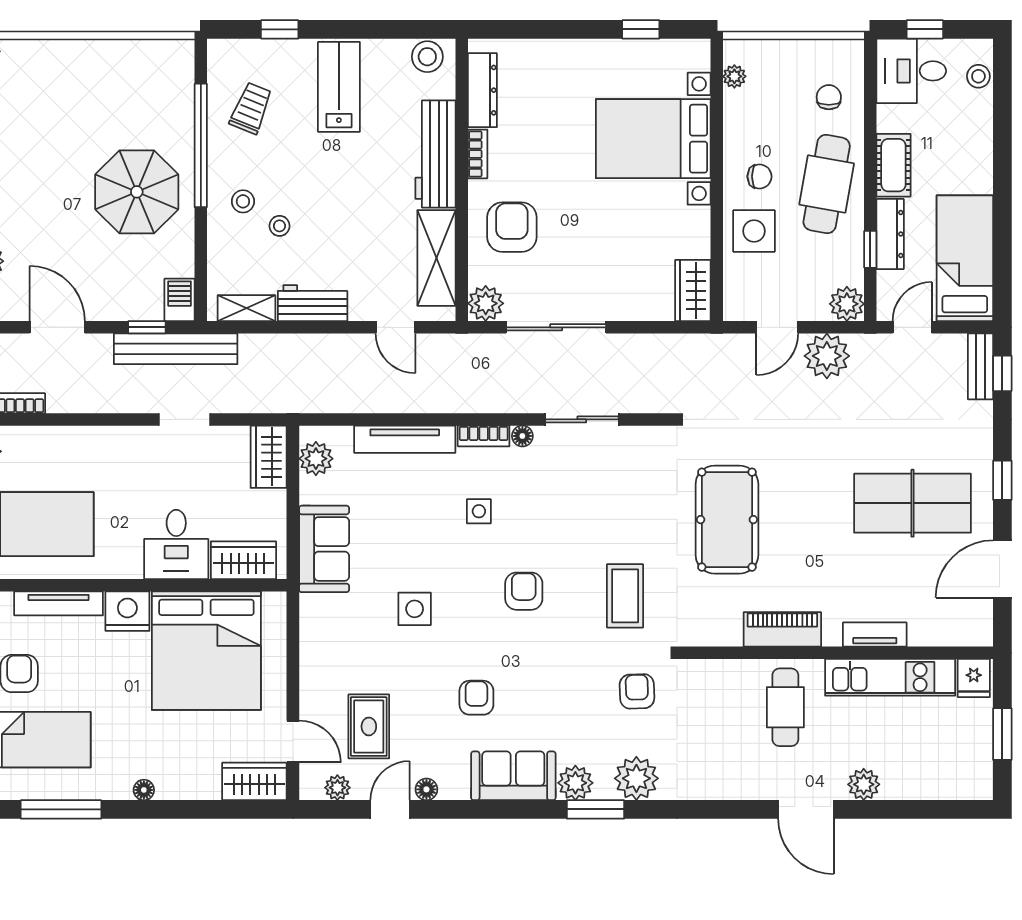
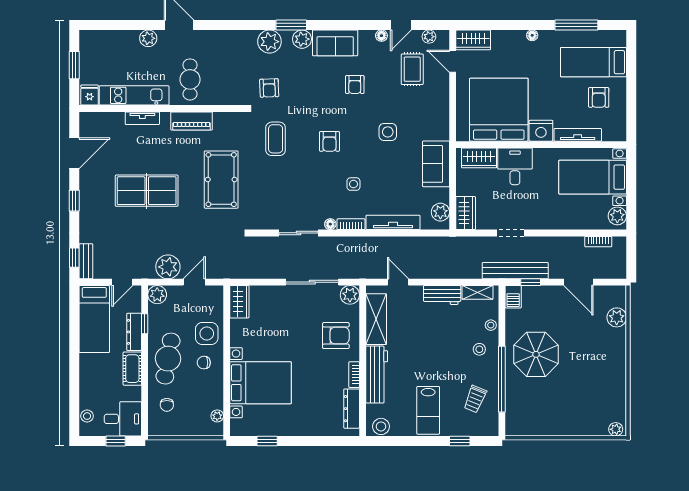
stool: (279, 226) -> (491, 325), moved
armchair: (512, 227) -> (336, 336), turned -90
table tennis table: (912, 503) -> (147, 191), moved

